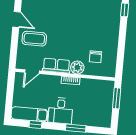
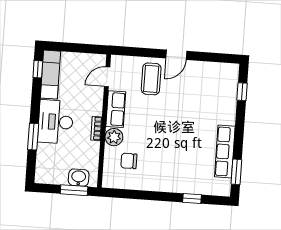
door: (32, 72) -> (107, 77), hinge flipped
washbasin: (107, 95) -> (79, 178), added
desk: (61, 111) -> (56, 122), width x1.37
window: (35, 124) -> (38, 69), moved

